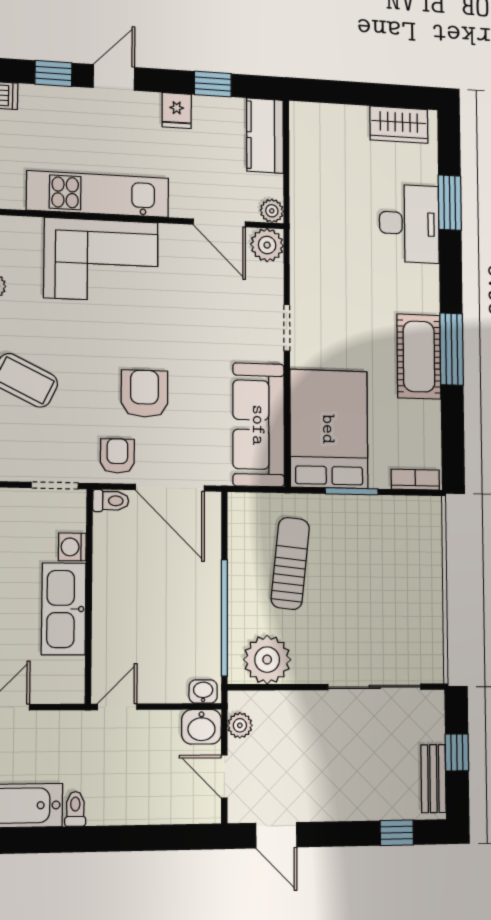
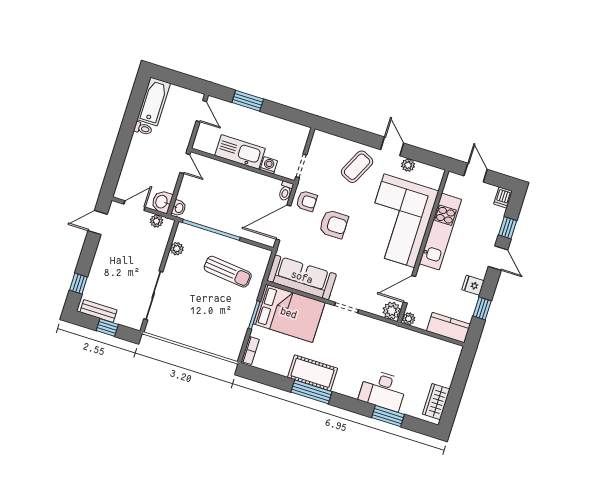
corner sofa: (101, 260) -> (399, 221), width x1.36, depth x1.36
plant: (267, 660) -> (177, 249), width x0.53, depth x0.53

